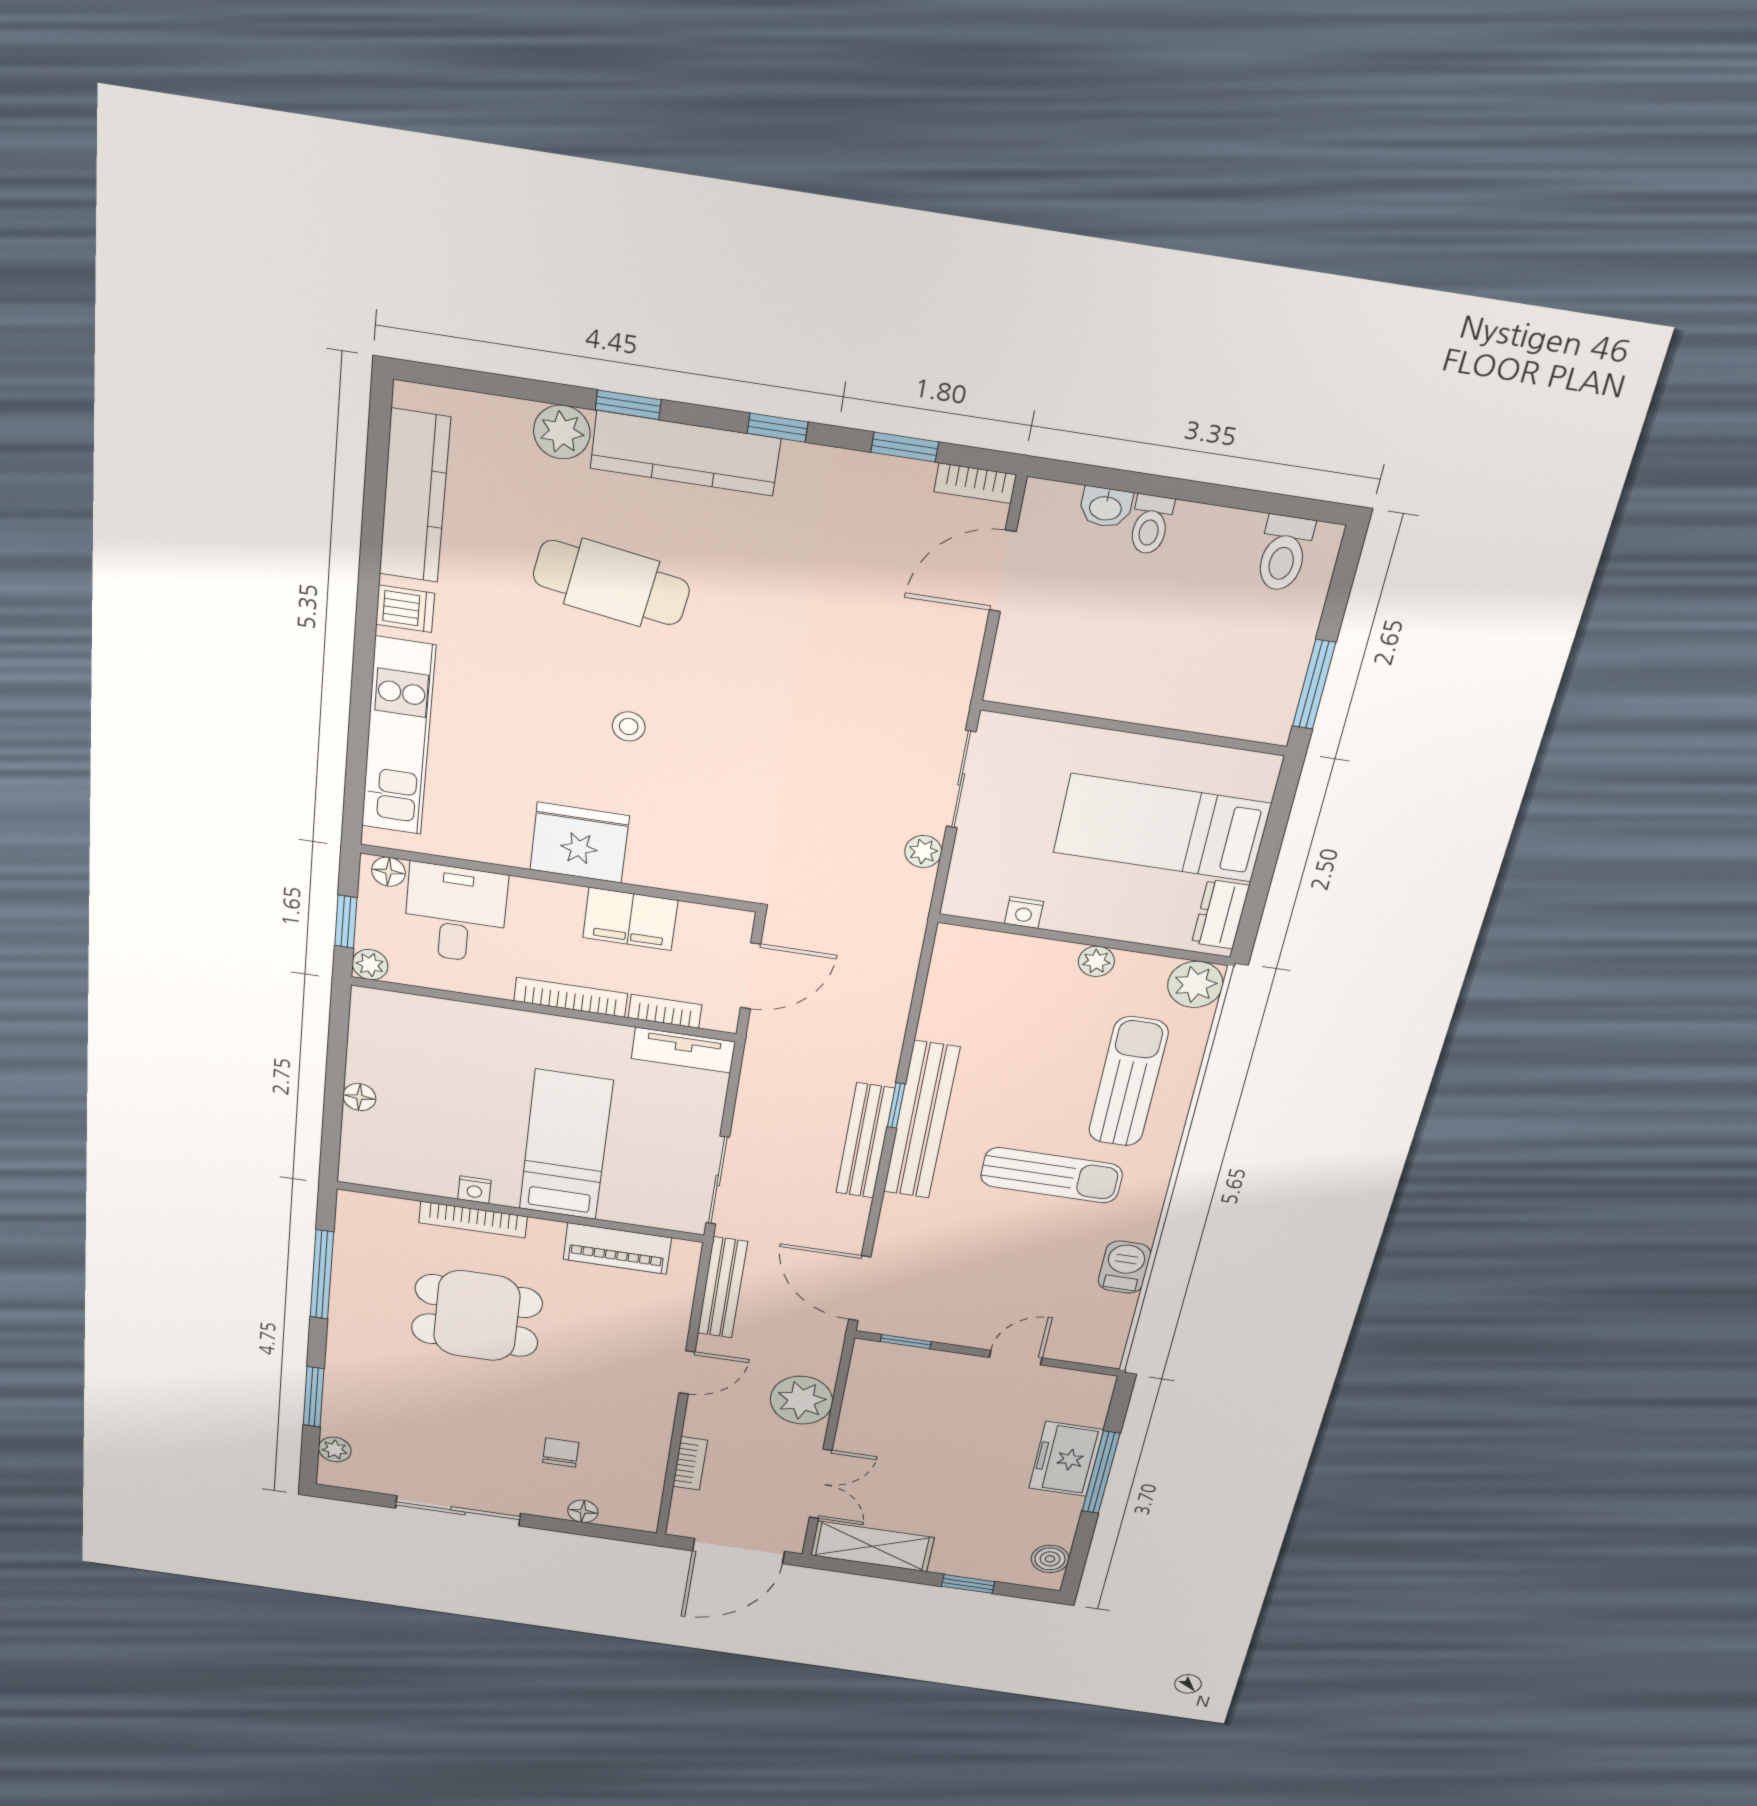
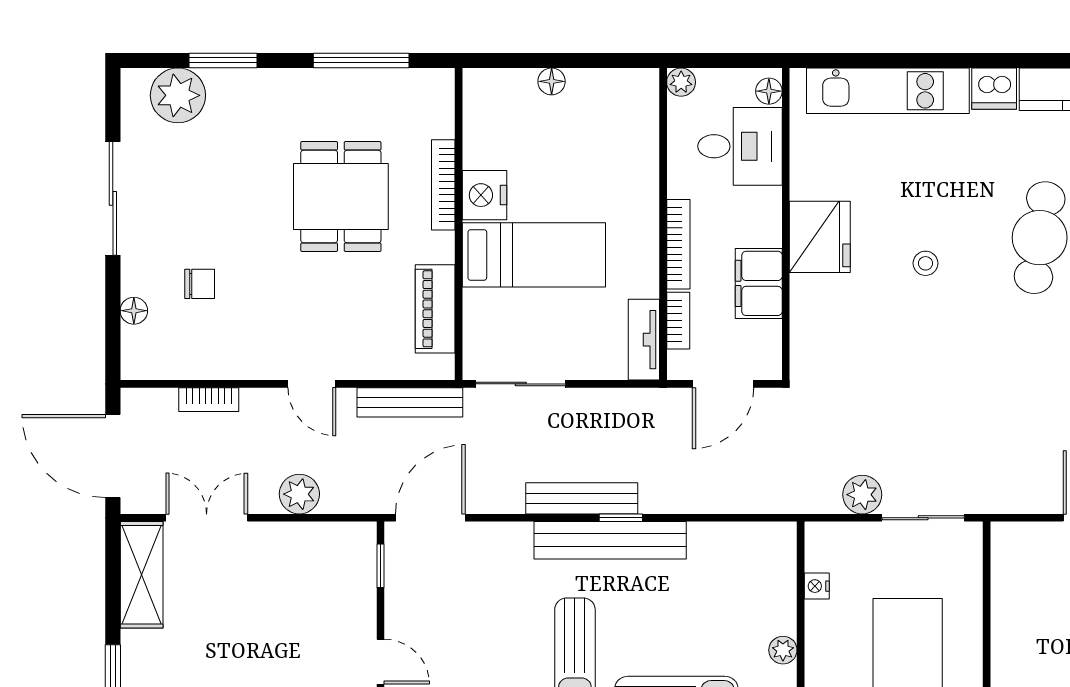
dishwasher: (405, 609) -> (994, 89), width x1.38
plant: (923, 851) -> (862, 495), width x1.38, depth x1.38
window: (346, 922) -> (718, 60), removed
door: (751, 976) -> (723, 384), hinge flipped
nightstand: (475, 1190) -> (484, 195), width x1.89, depth x1.79
plant: (801, 1400) -> (299, 494), width x0.73, depth x0.73
plant: (335, 1449) -> (178, 95), width x1.88, depth x1.88
double door: (821, 1484) -> (207, 518), swing flipped

